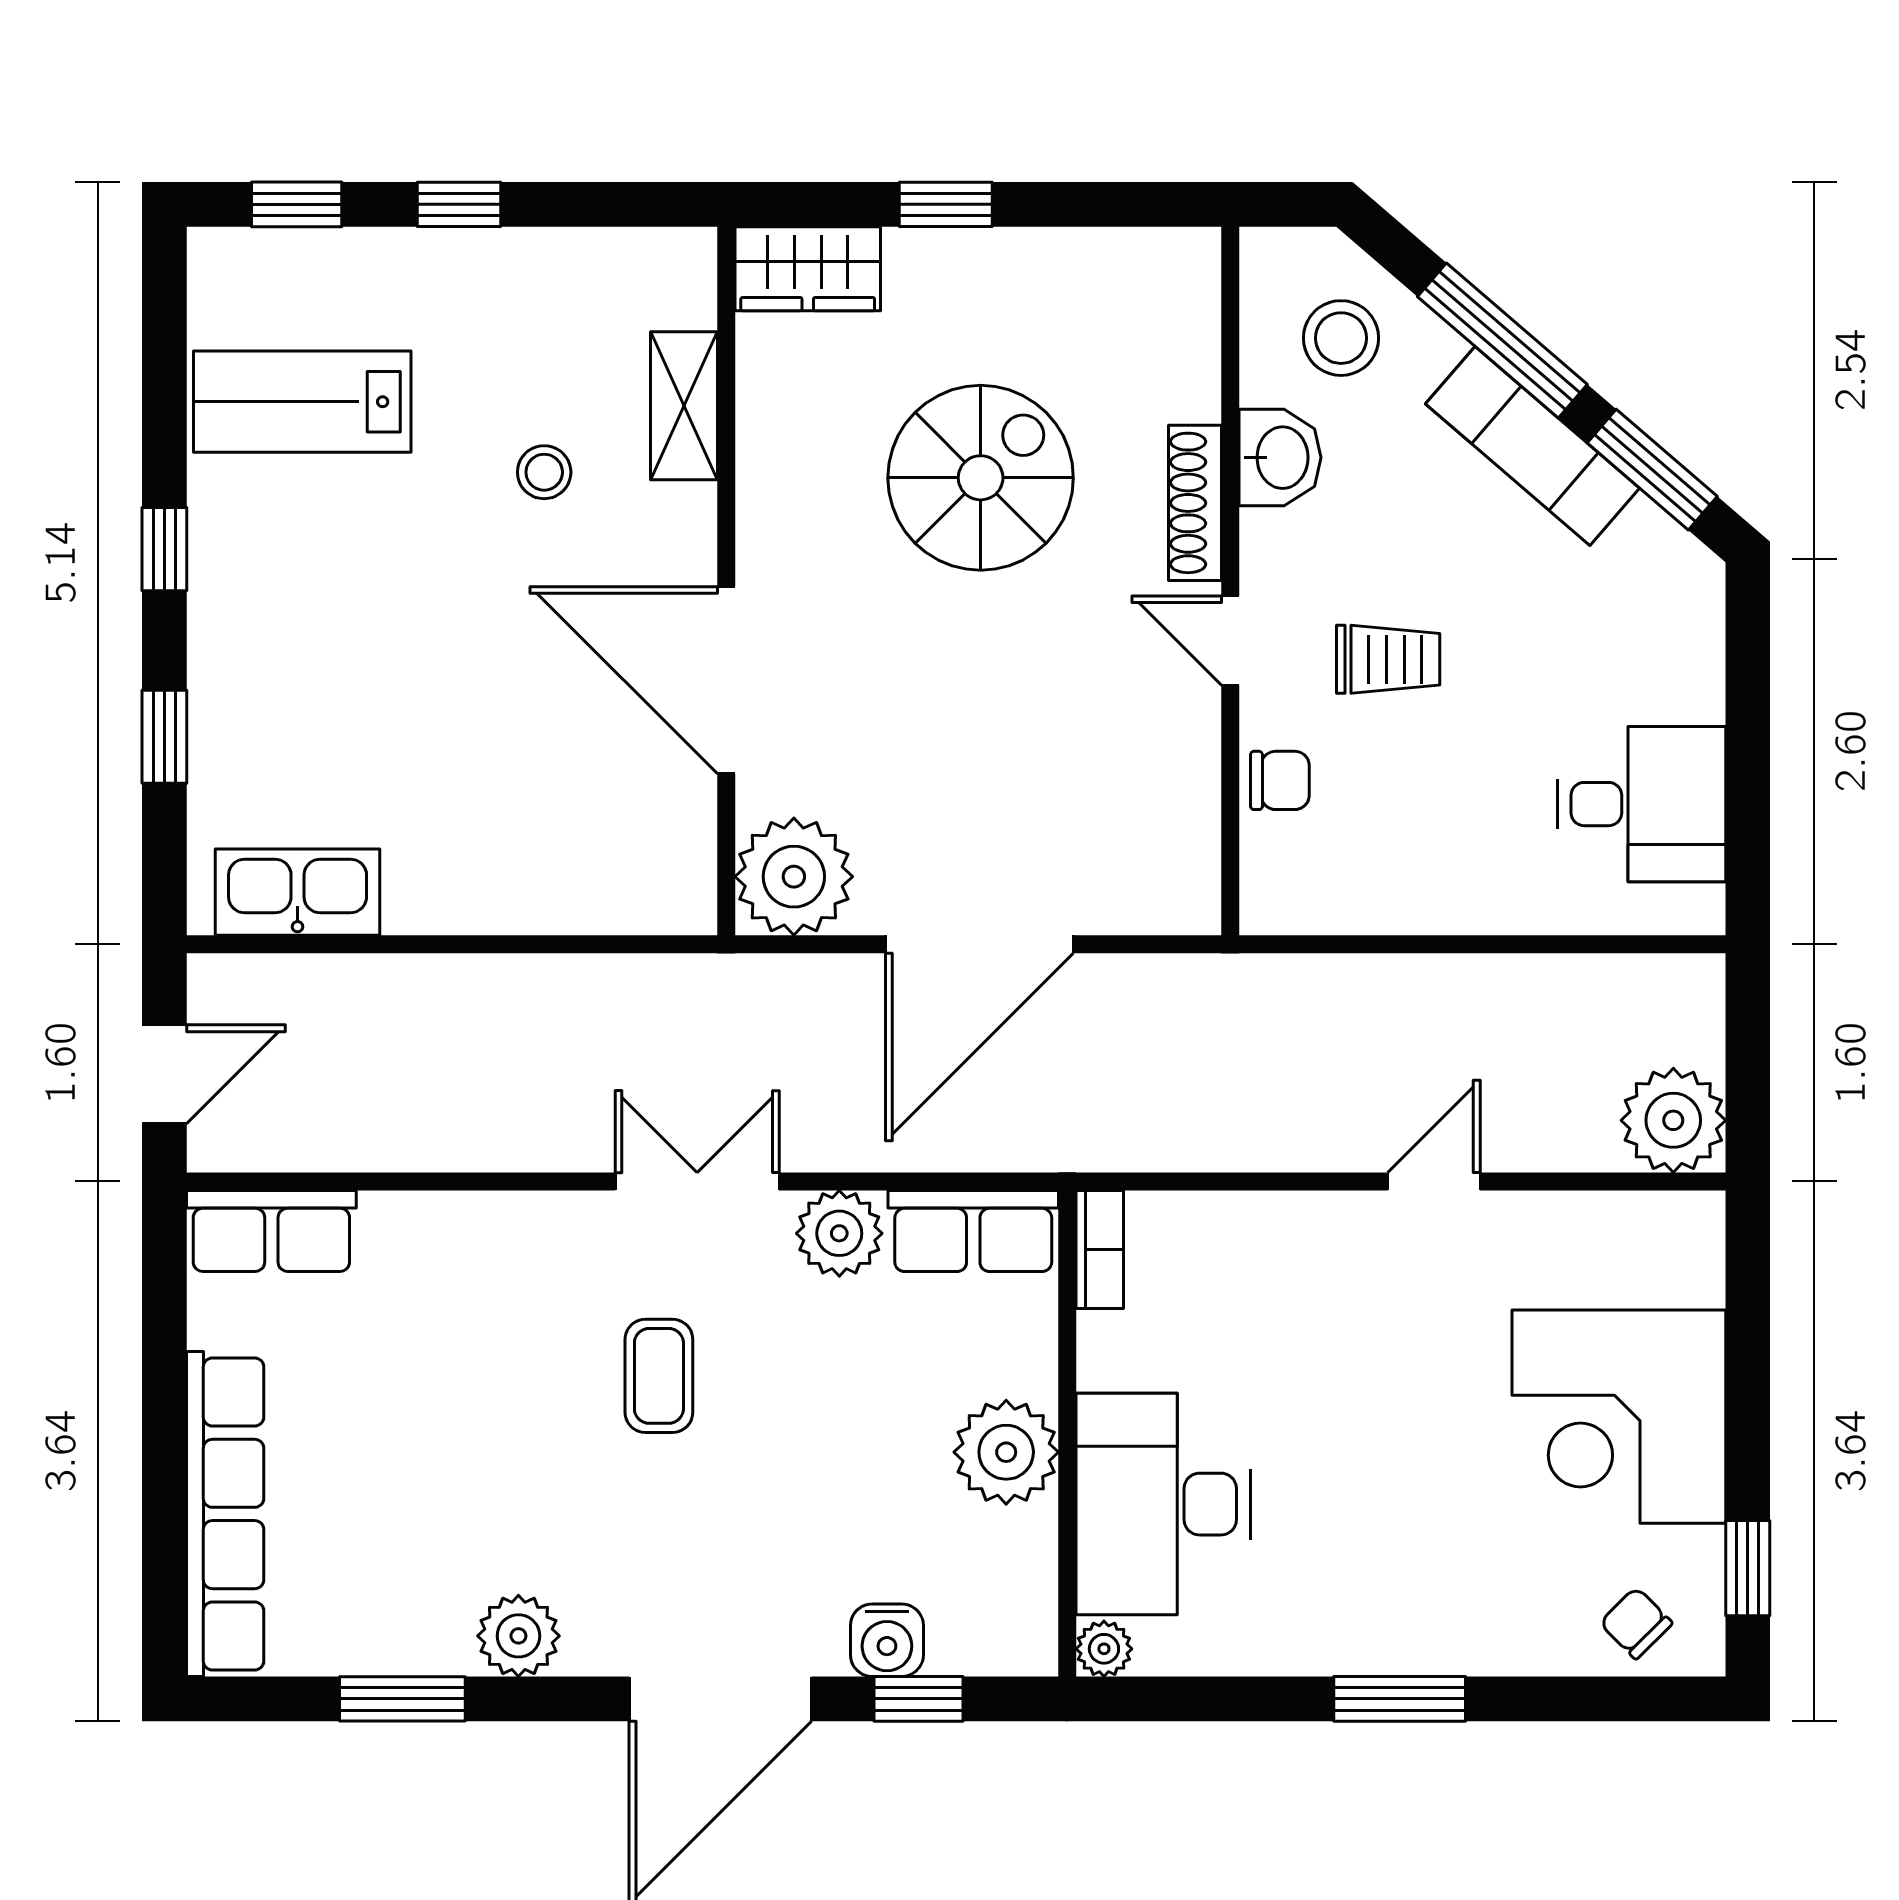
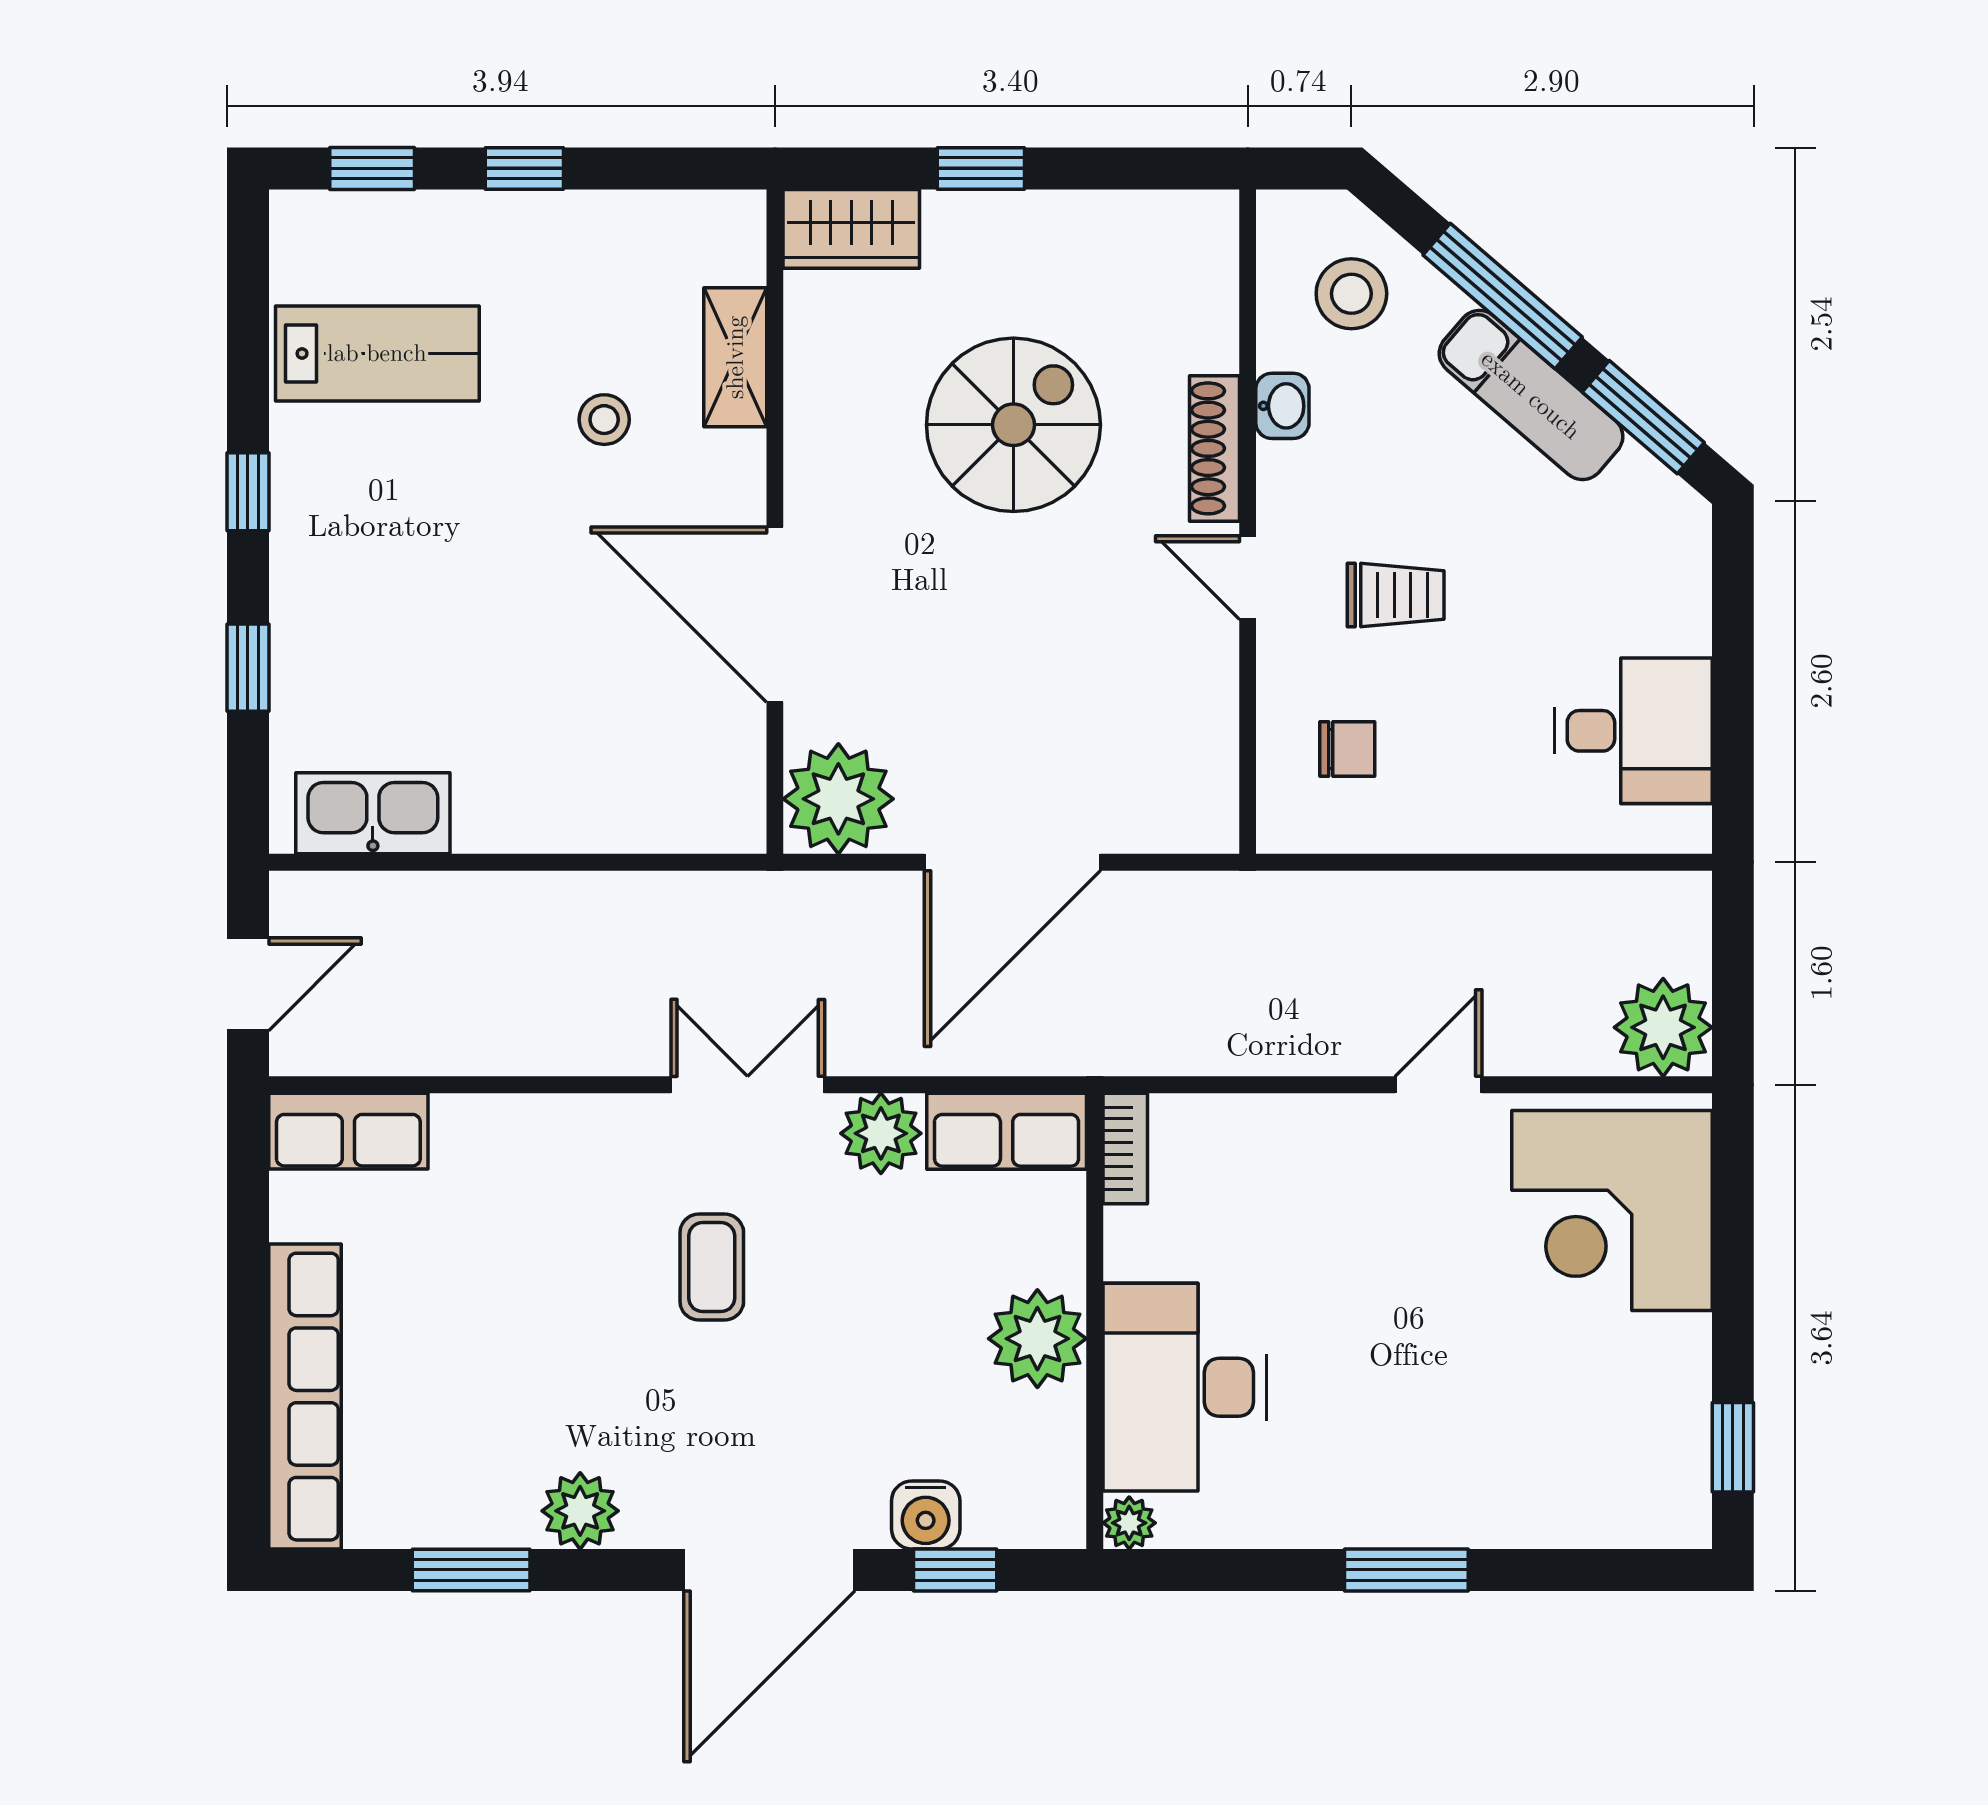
lab bench: (302, 402) -> (377, 353), turned 180
washbasin: (1280, 458) -> (1282, 406), width x0.72, depth x0.69
chair: (1280, 780) -> (1347, 749), moved
corner desk: (1619, 1417) -> (1612, 1210), moved
chair: (1636, 1623) -> (1628, 1499), removed

